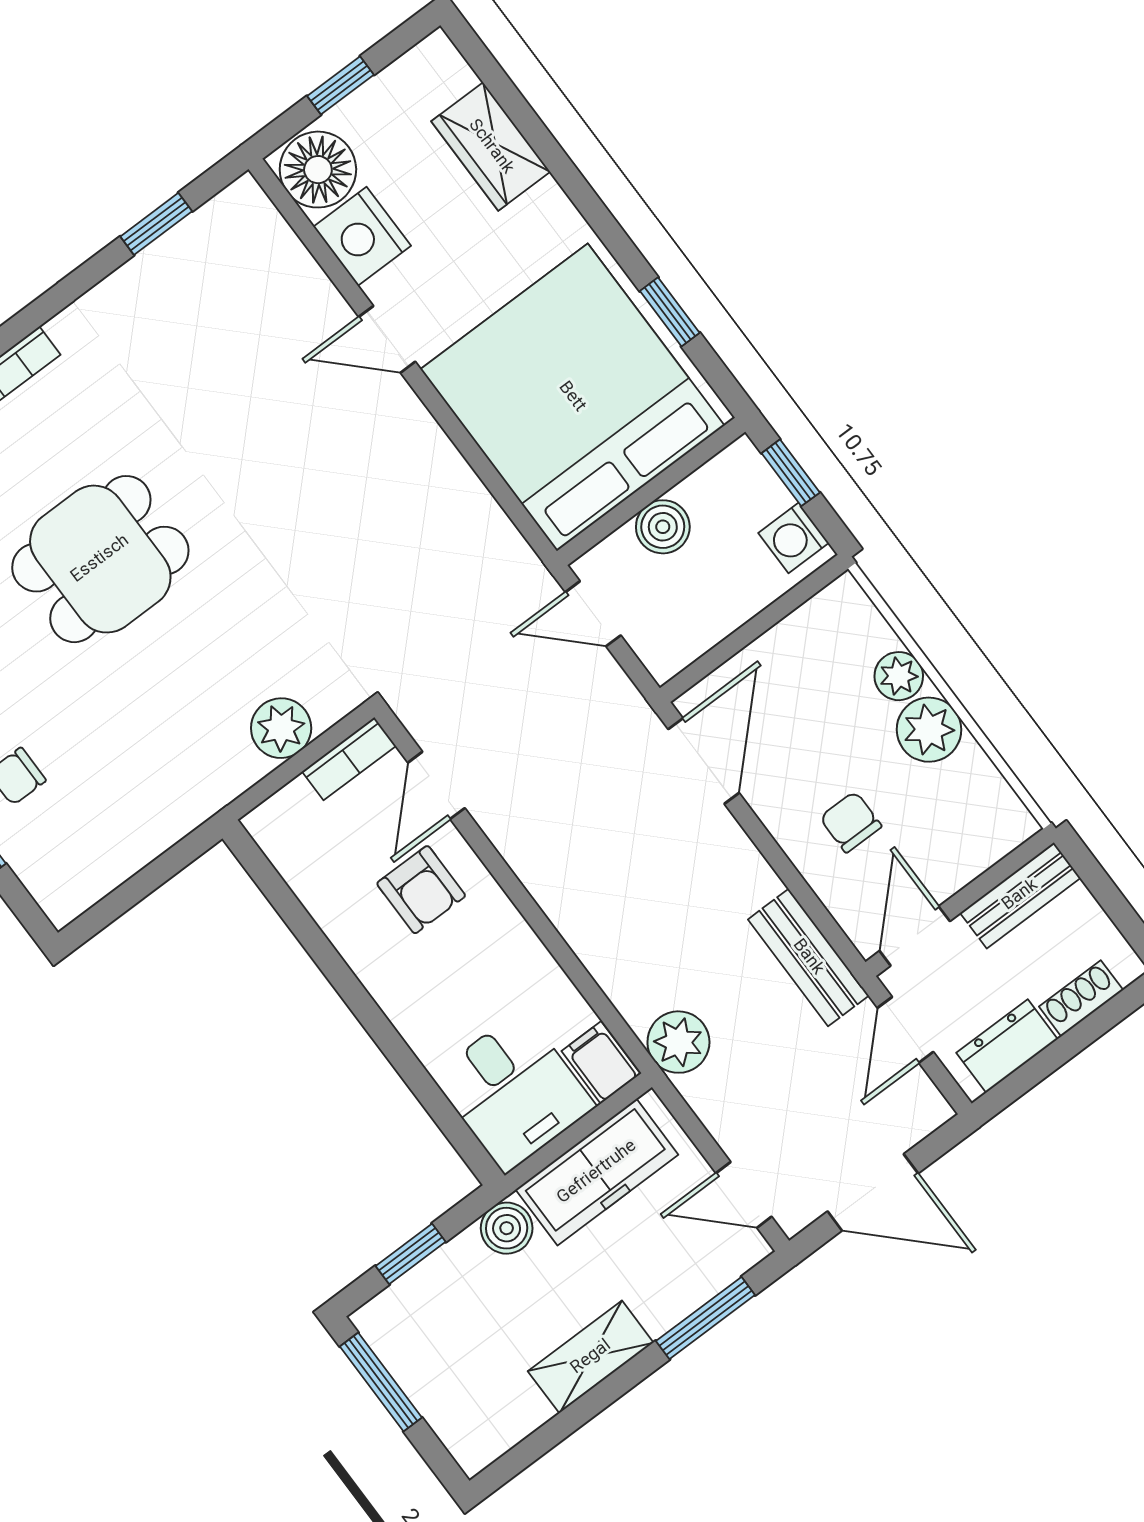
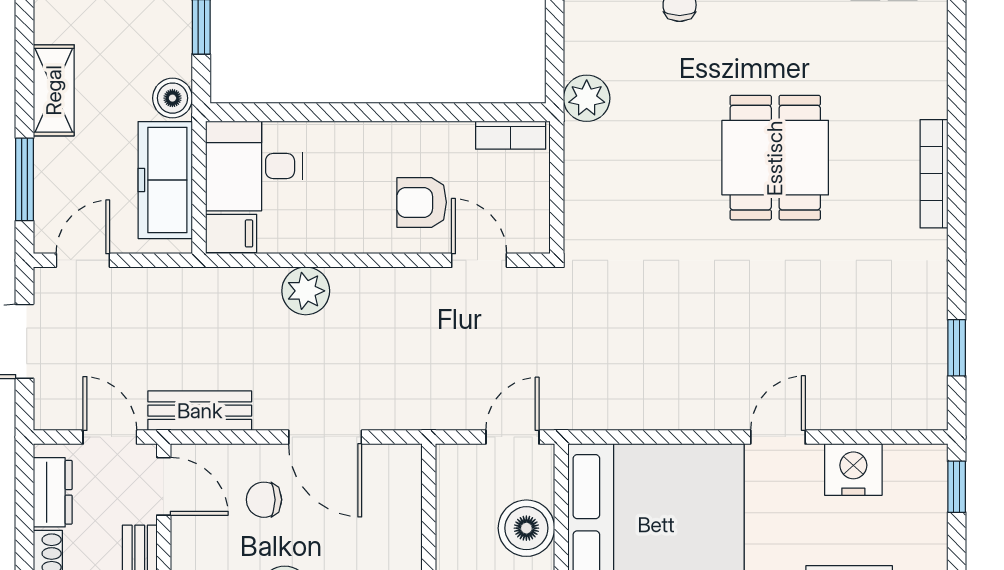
window: (341, 85) -> (957, 487), moved
floor lamp: (318, 170) -> (915, 473), removed
boiler: (663, 527) -> (526, 528), width x1.36, depth x1.36
plant: (281, 728) -> (587, 98), moved
bookcase: (349, 759) -> (511, 135), moved, turned -90
door: (704, 761) -> (325, 437), moved
chair: (851, 822) -> (264, 500), turned 180
plant: (678, 1042) -> (306, 291), moved

